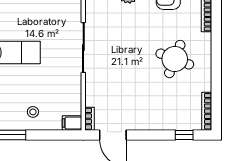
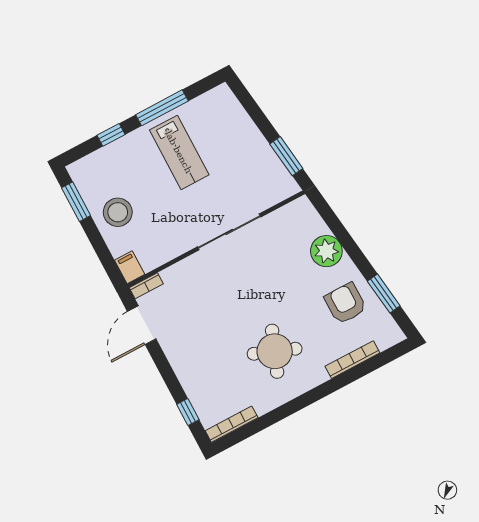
stool: (33, 112) -> (118, 212), width x1.89, depth x1.89

